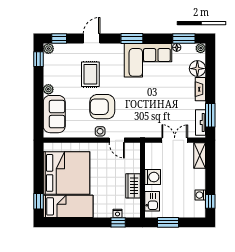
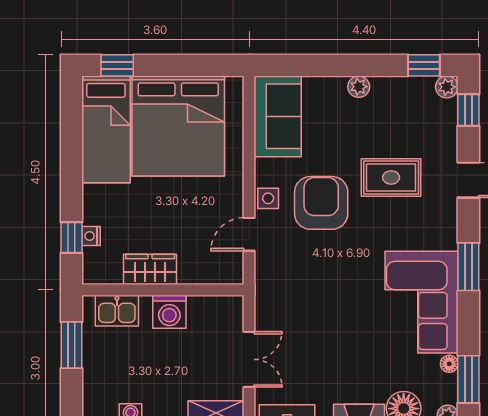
sofa: (54, 114) -> (278, 116), moved, turned -90

